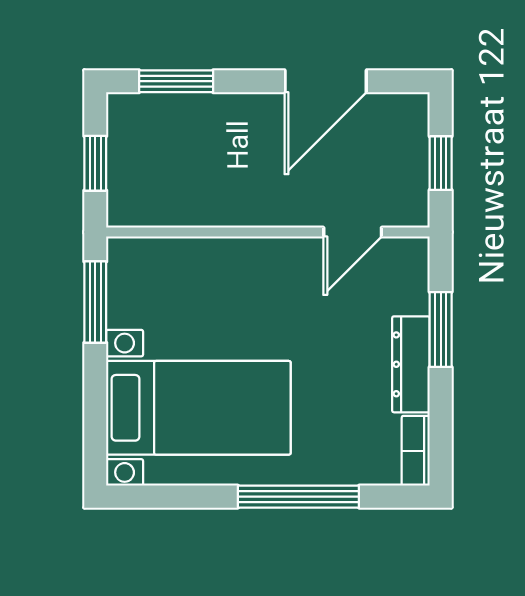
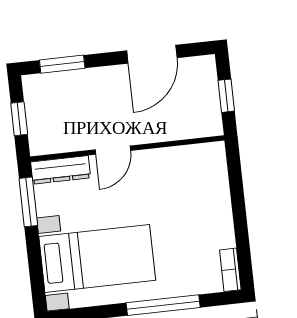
door: (353, 232) -> (113, 150), moved
window: (441, 330) -> (237, 195), removed
dresser: (411, 364) -> (61, 170), moved, turned -90

